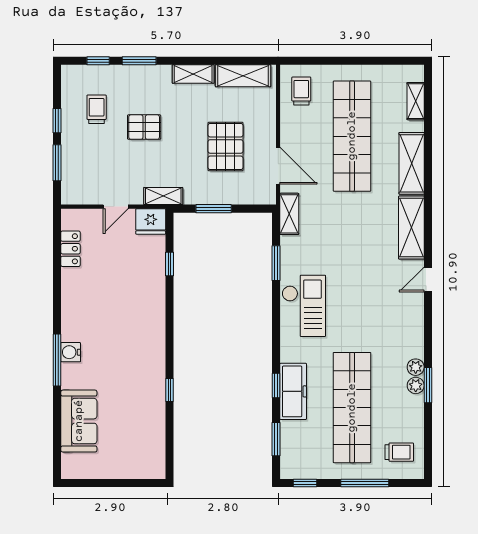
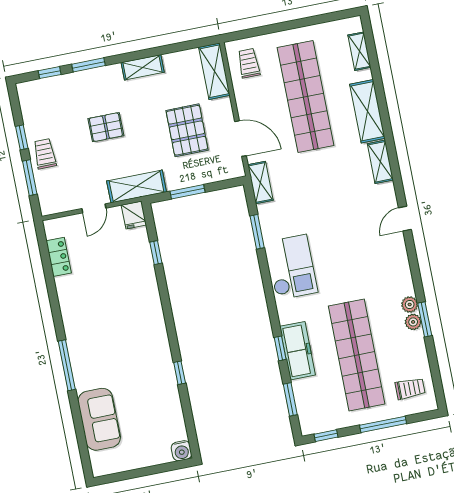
shelving: (243, 76) -> (214, 71), moved, turned 90
trolley: (97, 109) -> (45, 154), moved
shelving: (163, 196) -> (137, 186), width x1.50, depth x1.33
fridge: (151, 221) -> (134, 215), width x0.72
shelving: (411, 228) -> (380, 162), width x0.67, depth x0.75
water cooler: (71, 352) -> (181, 451), moved, turned -90

